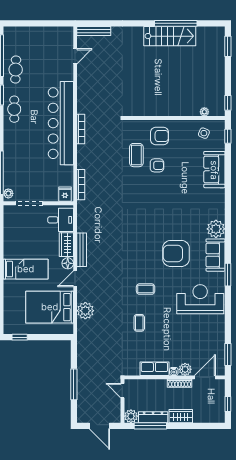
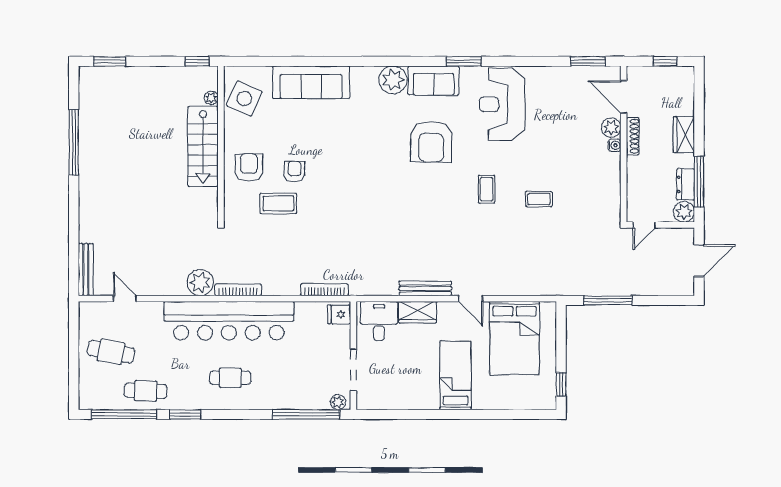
stairs: (170, 36) -> (203, 146), moved, turned 180
cafe table: (41, 47) -> (111, 352), added
cafe table: (14, 109) -> (230, 378), moved
side table: (204, 133) -> (244, 99), width x1.87, depth x1.87
window: (228, 136) -> (249, 61), removed
sofa: (214, 170) -> (311, 82), width x1.36
floor lamp: (68, 263) -> (447, 310), removed
plant: (85, 311) -> (200, 283), moved
row of seats: (154, 369) -> (610, 175), removed
window: (74, 384) -> (608, 300), moved
dresser: (153, 417) -> (686, 184), width x0.70

